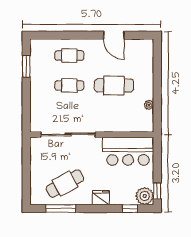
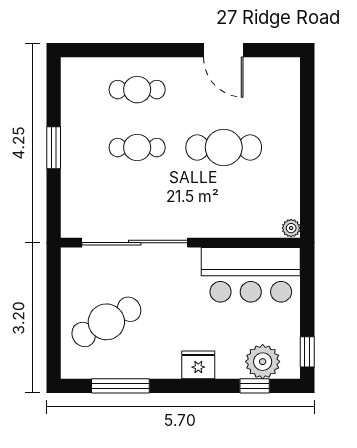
window: (26, 66) -> (54, 148), moved
plant: (149, 105) -> (291, 228), moved
cafe table: (65, 184) -> (106, 322), moved
plant: (145, 196) -> (263, 362), moved

